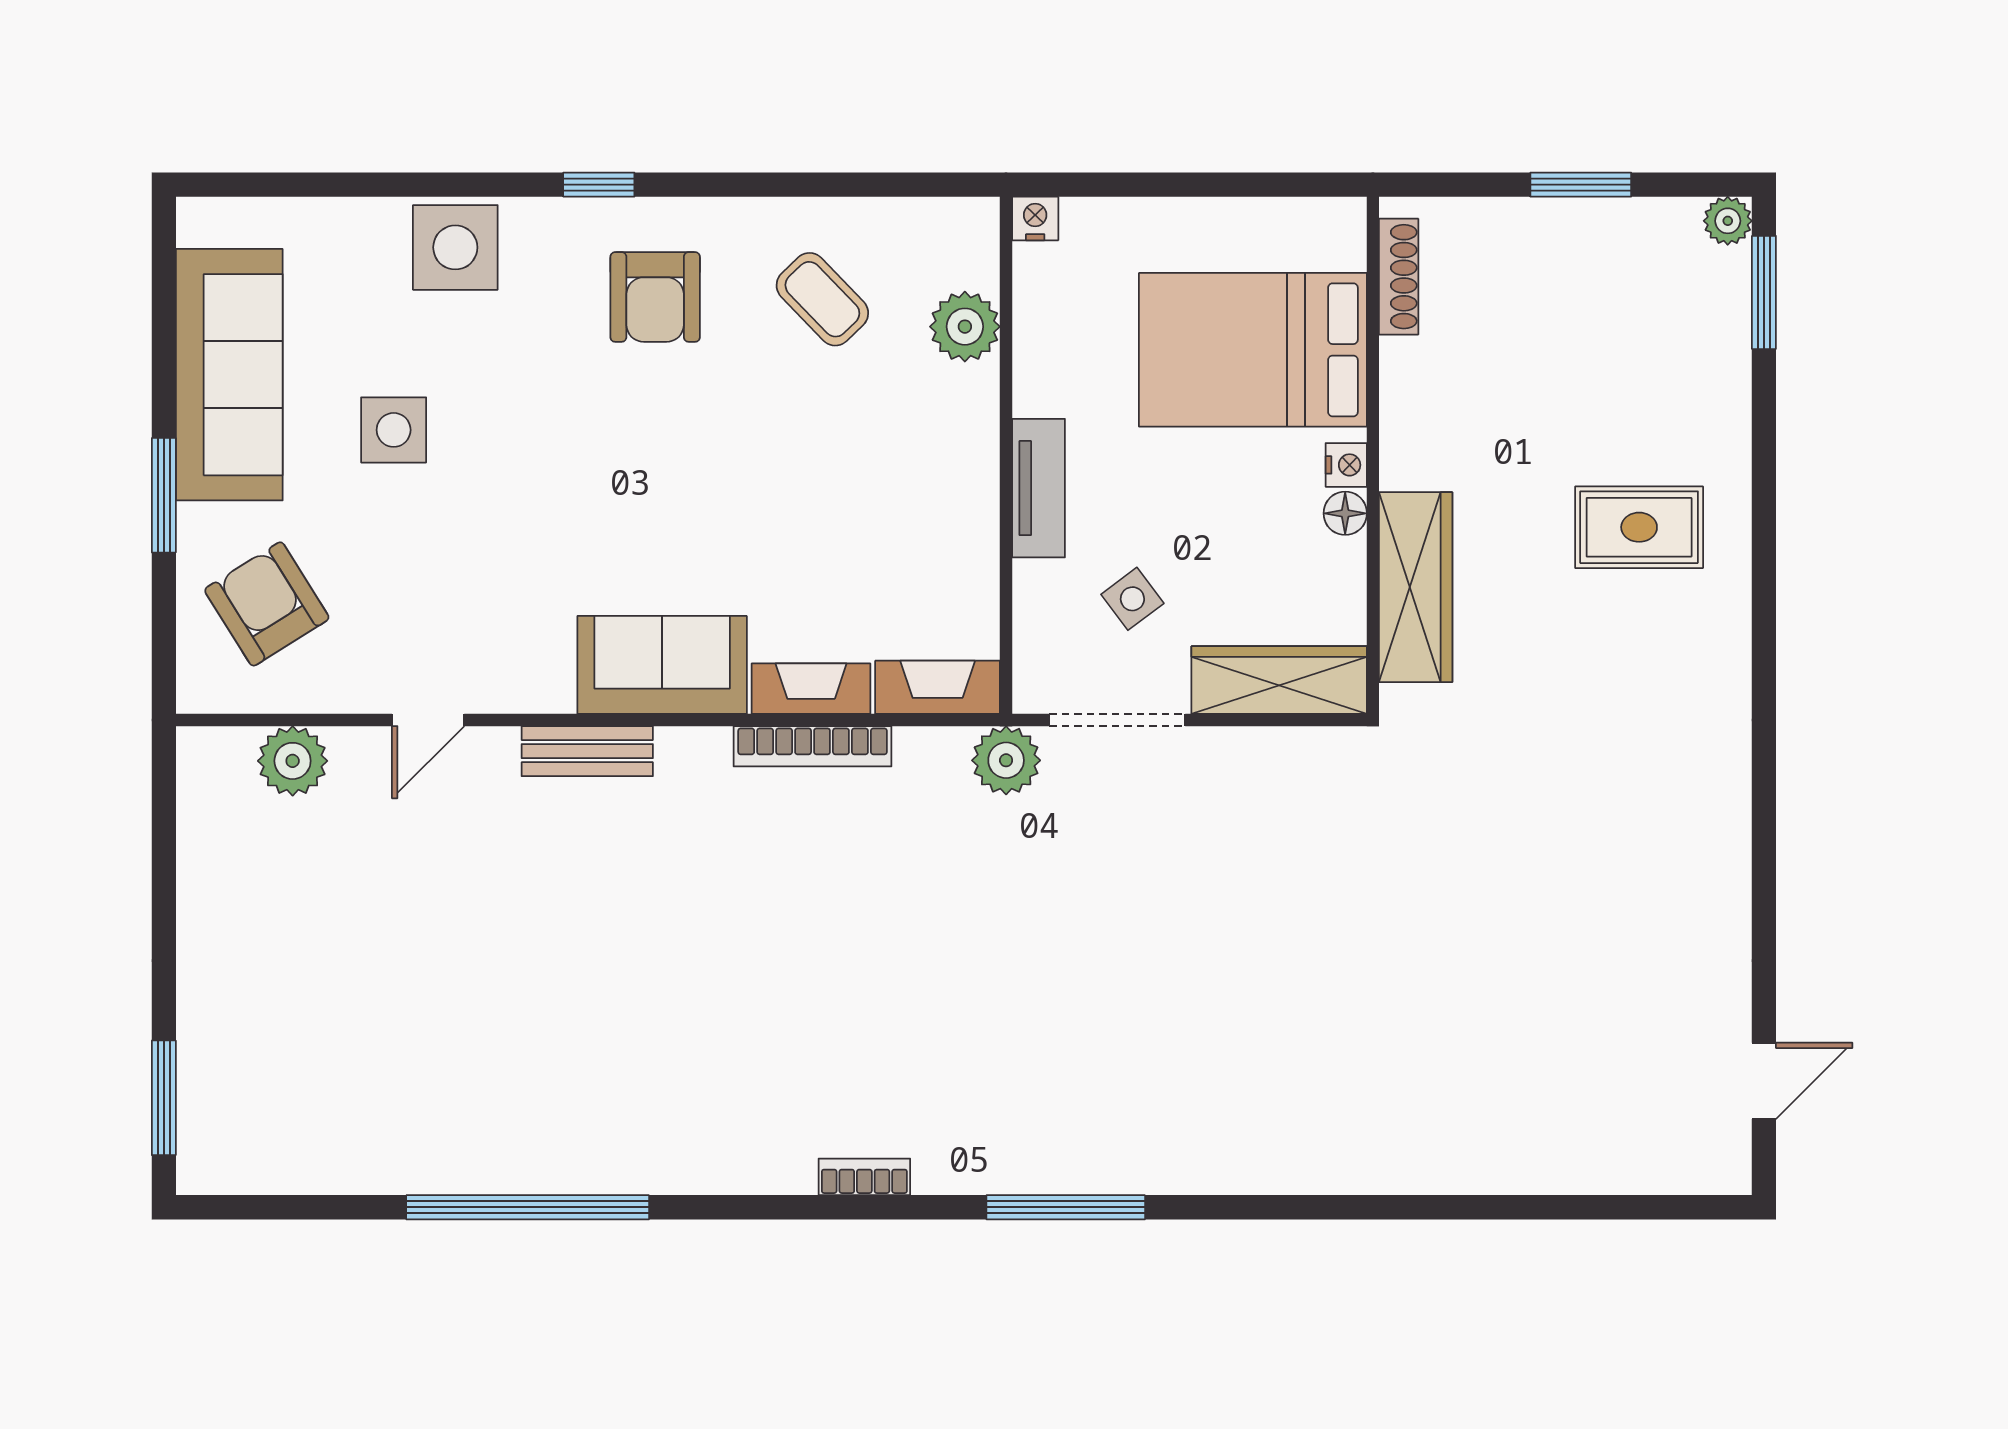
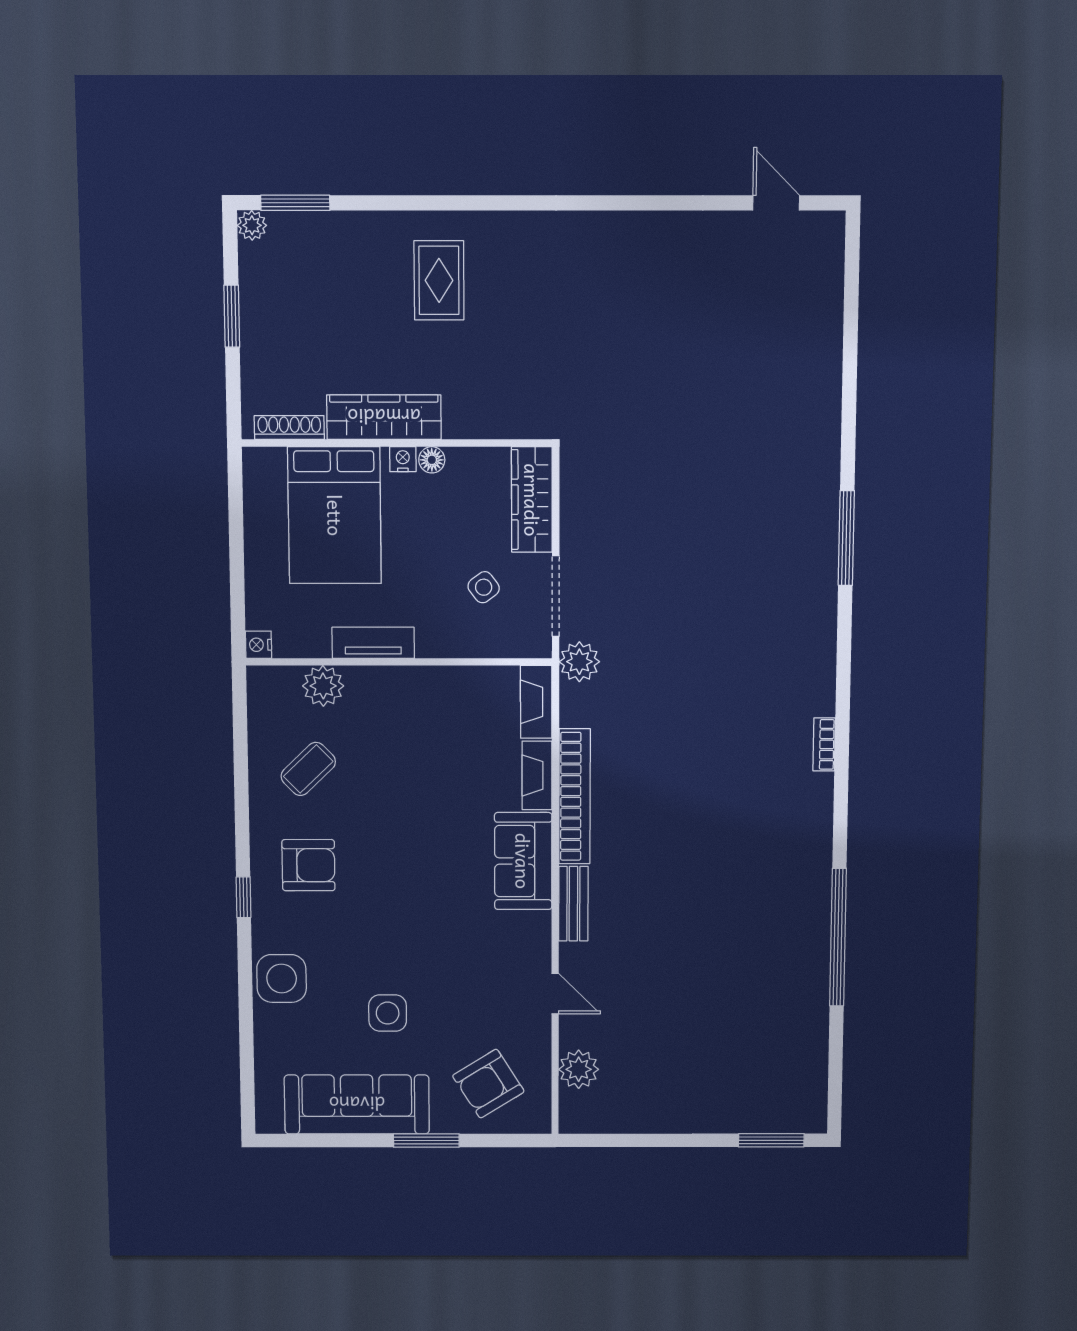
tv unit: (1038, 488) -> (373, 643), moved
wardrobe: (1416, 587) -> (384, 417), moved
bookcase: (813, 746) -> (574, 796), width x1.48, depth x1.31
window: (1066, 1207) -> (846, 538), moved

